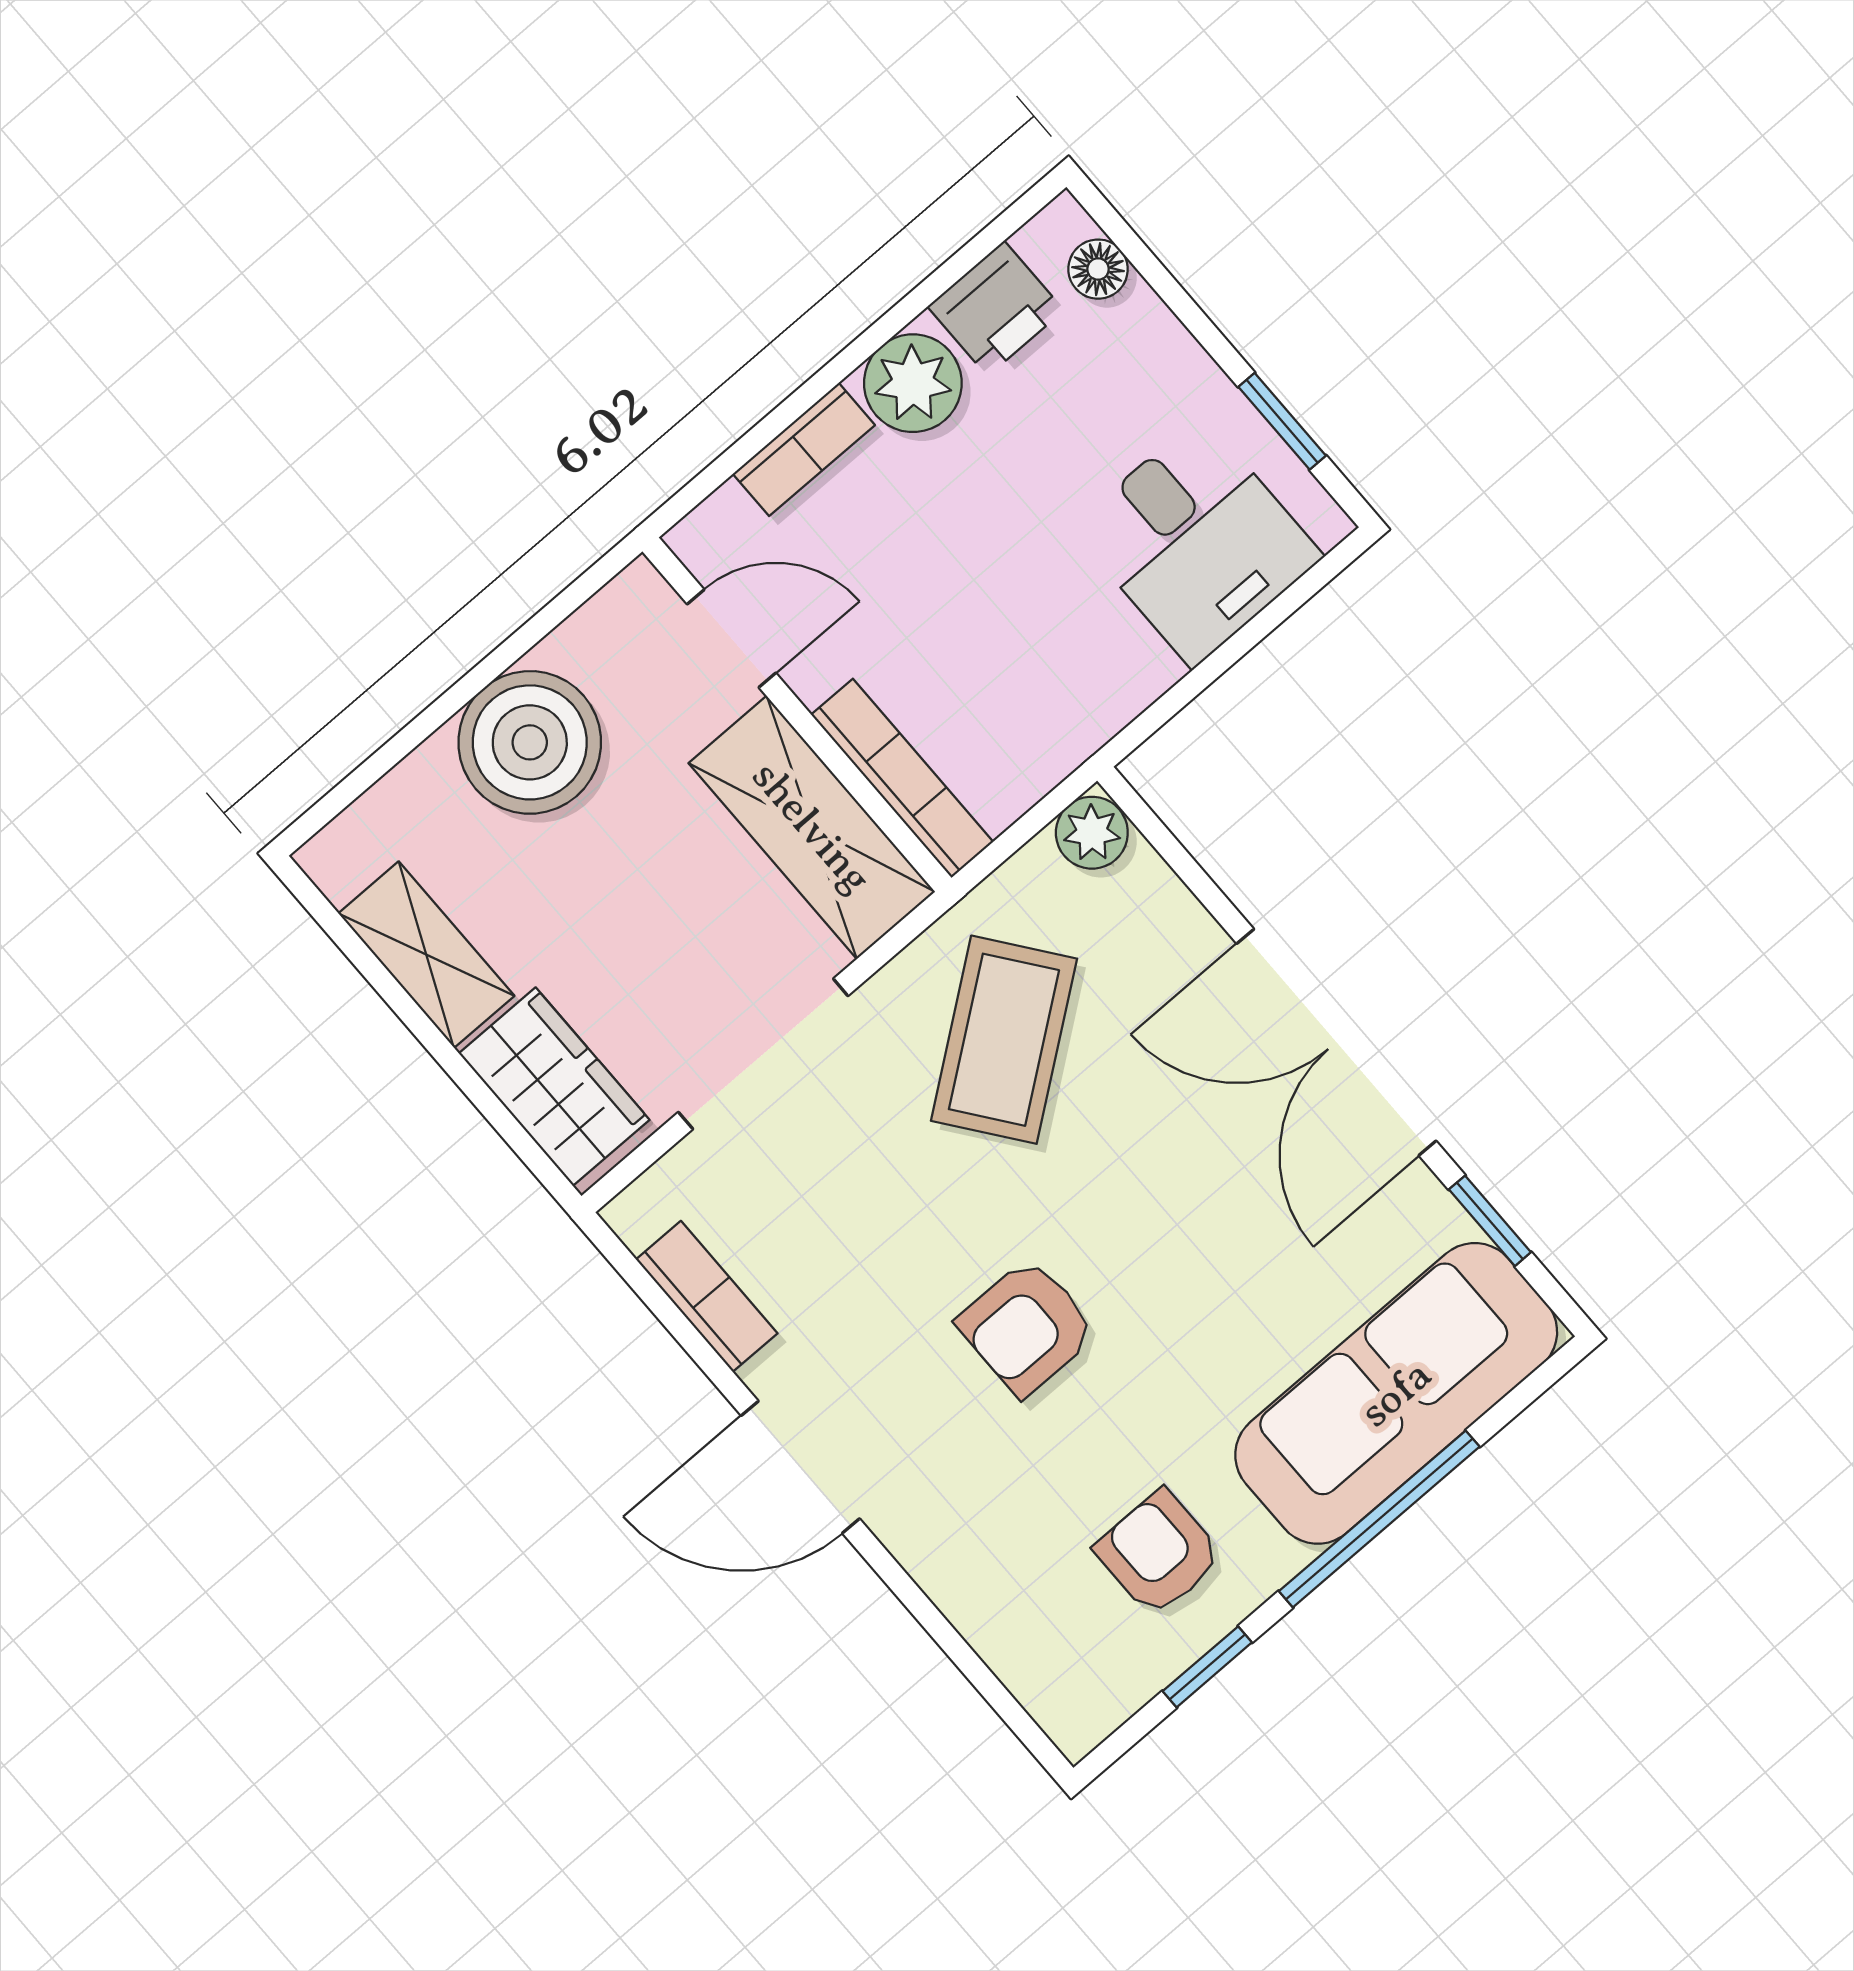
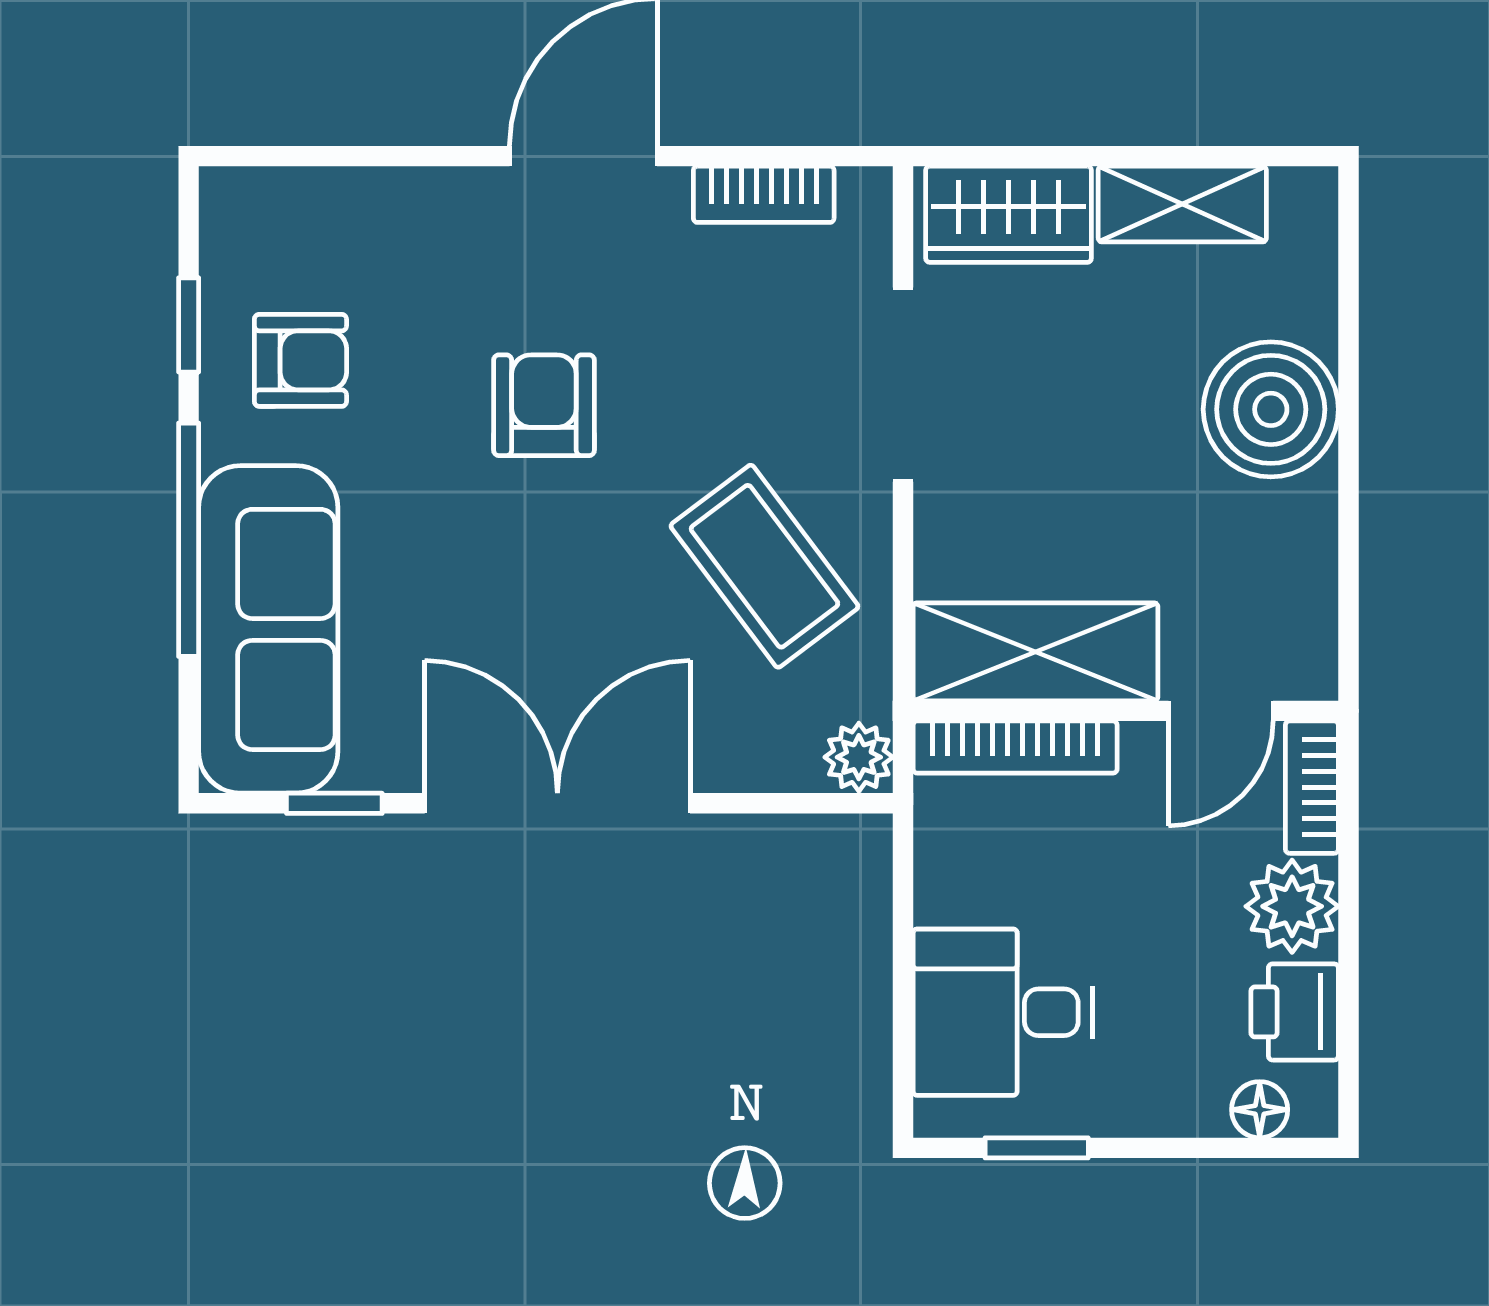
door: (732, 638) -> (1221, 711), moved
wall: (797, 715) -> (1126, 711), moved
bookcase: (902, 778) -> (1015, 747), moved
shelving: (812, 827) -> (1036, 652), moved

